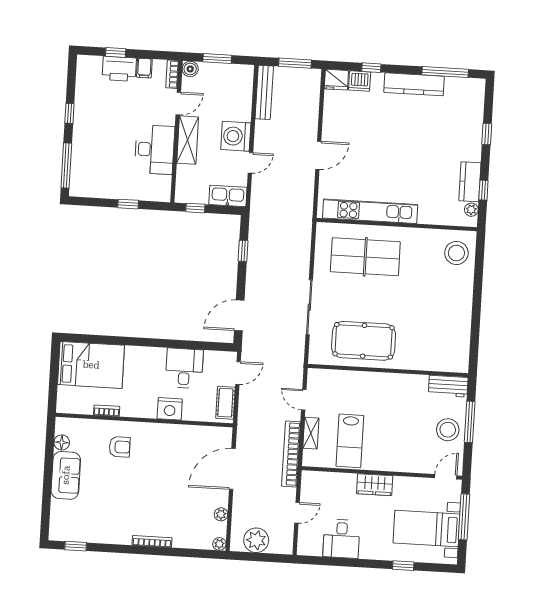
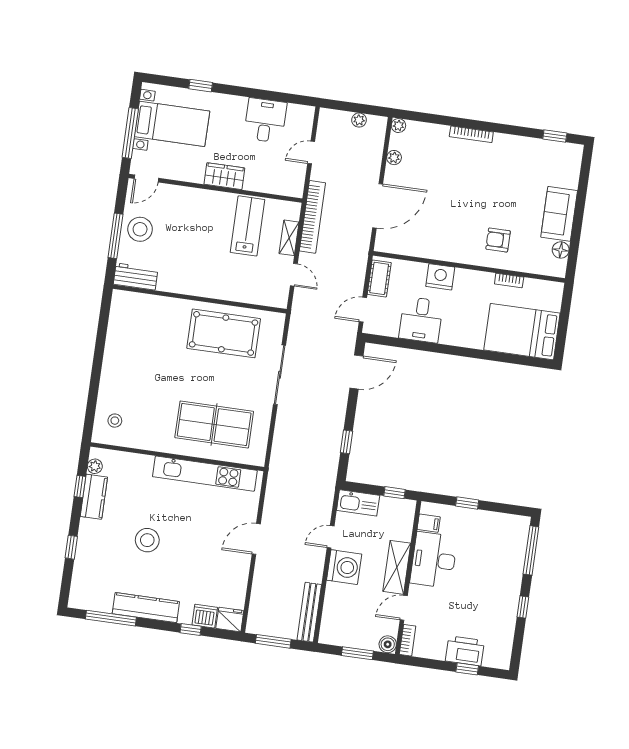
filing cabinet: (144, 68) -> (429, 523), moved, turned 90
stool: (418, 146) -> (147, 540), added
stool: (456, 253) -> (115, 421), width x0.53, depth x0.53
plant: (256, 540) -> (359, 120), width x0.53, depth x0.53

